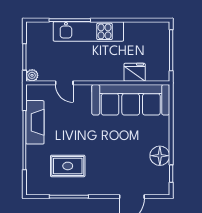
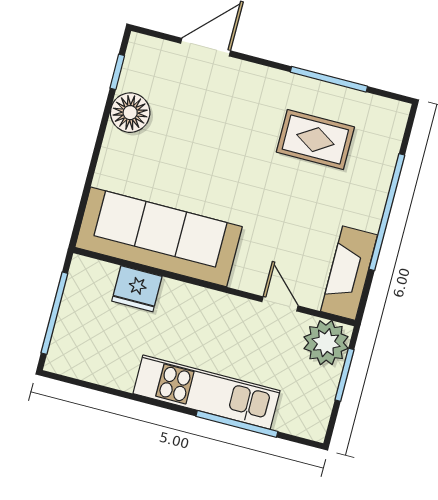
plant: (32, 75) -> (326, 343), width x1.88, depth x1.88
fireplace: (35, 122) -> (349, 273), moved

